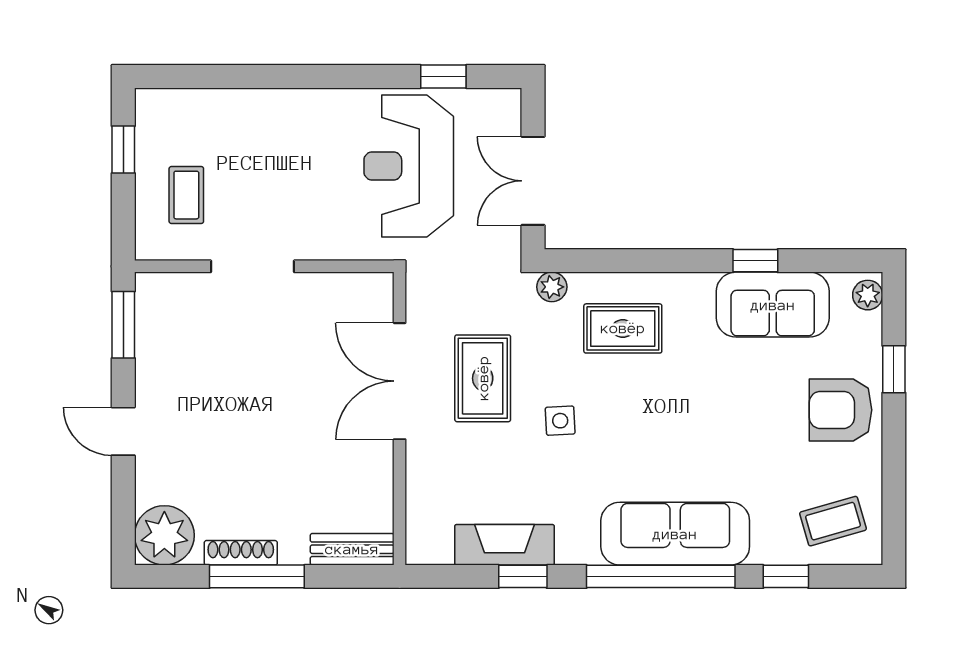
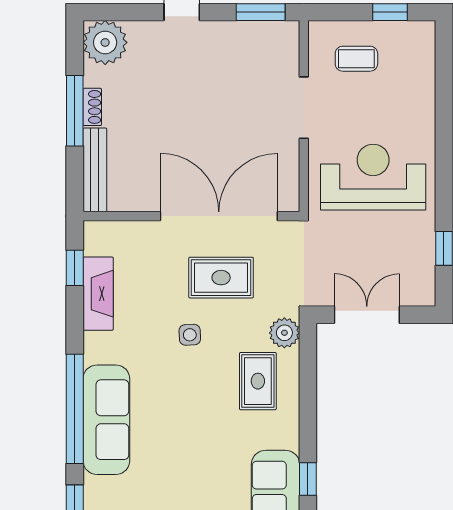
reception desk: (409, 166) -> (373, 177), moved
plant: (552, 287) -> (284, 333), width x1.38, depth x1.38
double door: (400, 381) -> (219, 216), width x1.36
bench: (352, 549) -> (95, 170), width x1.36
shoe rack: (241, 553) -> (92, 107), width x0.70
window: (523, 576) -> (75, 268), moved

